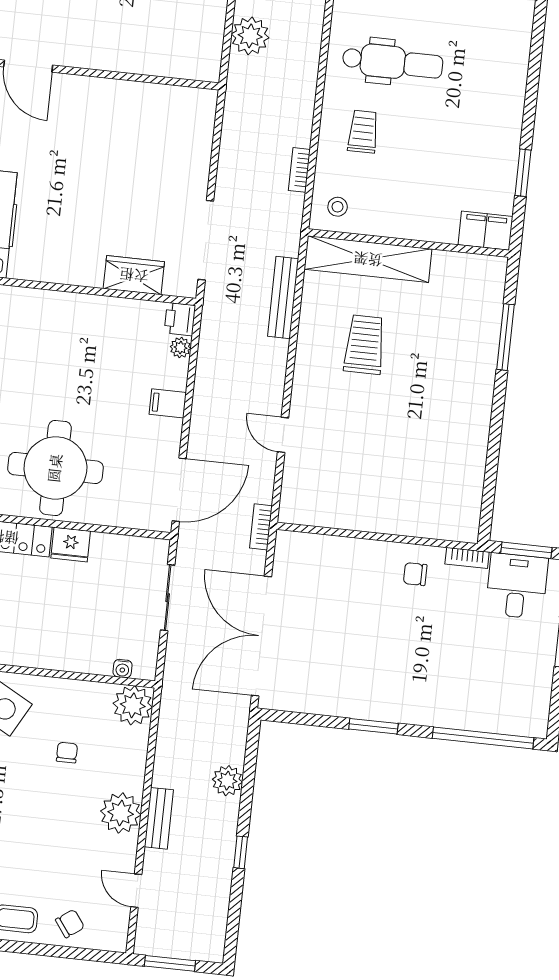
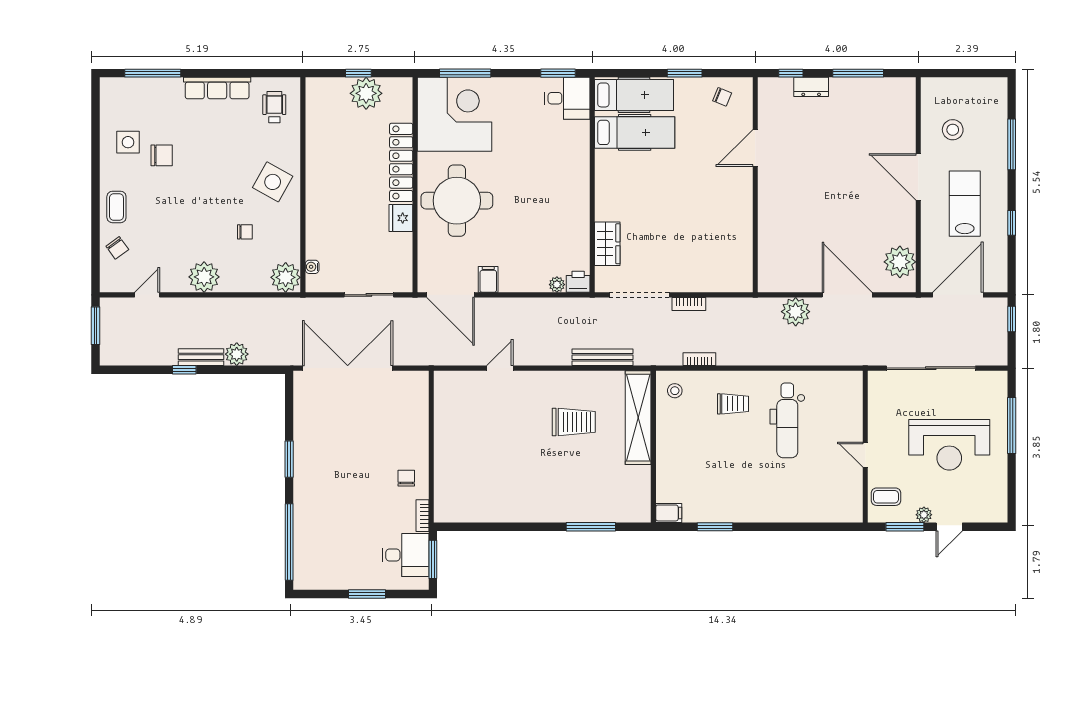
filing cabinet: (485, 231) -> (669, 513), width x0.50
filing cabinet: (168, 403) -> (488, 279), moved
bookcase: (261, 527) -> (689, 304), moved, turned 180
bench: (159, 818) -> (201, 357), moved

